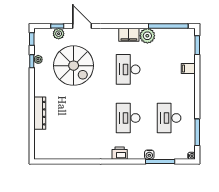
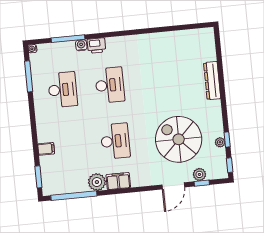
door: (82, 26) -> (173, 186), hinge flipped
printer: (120, 153) -> (96, 46), moved

